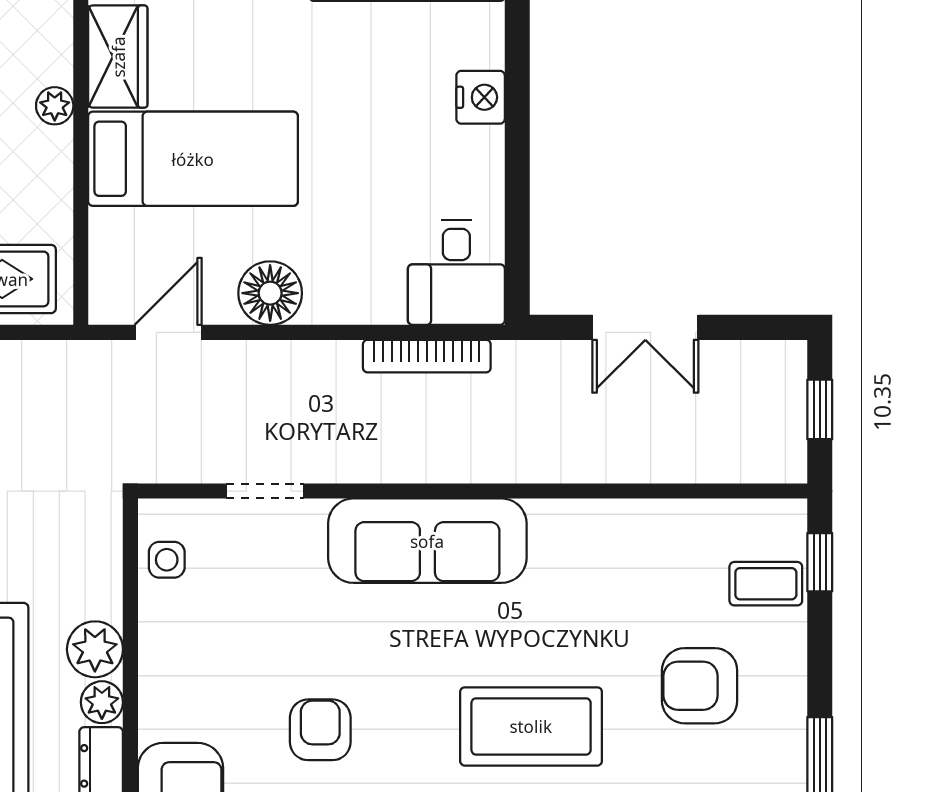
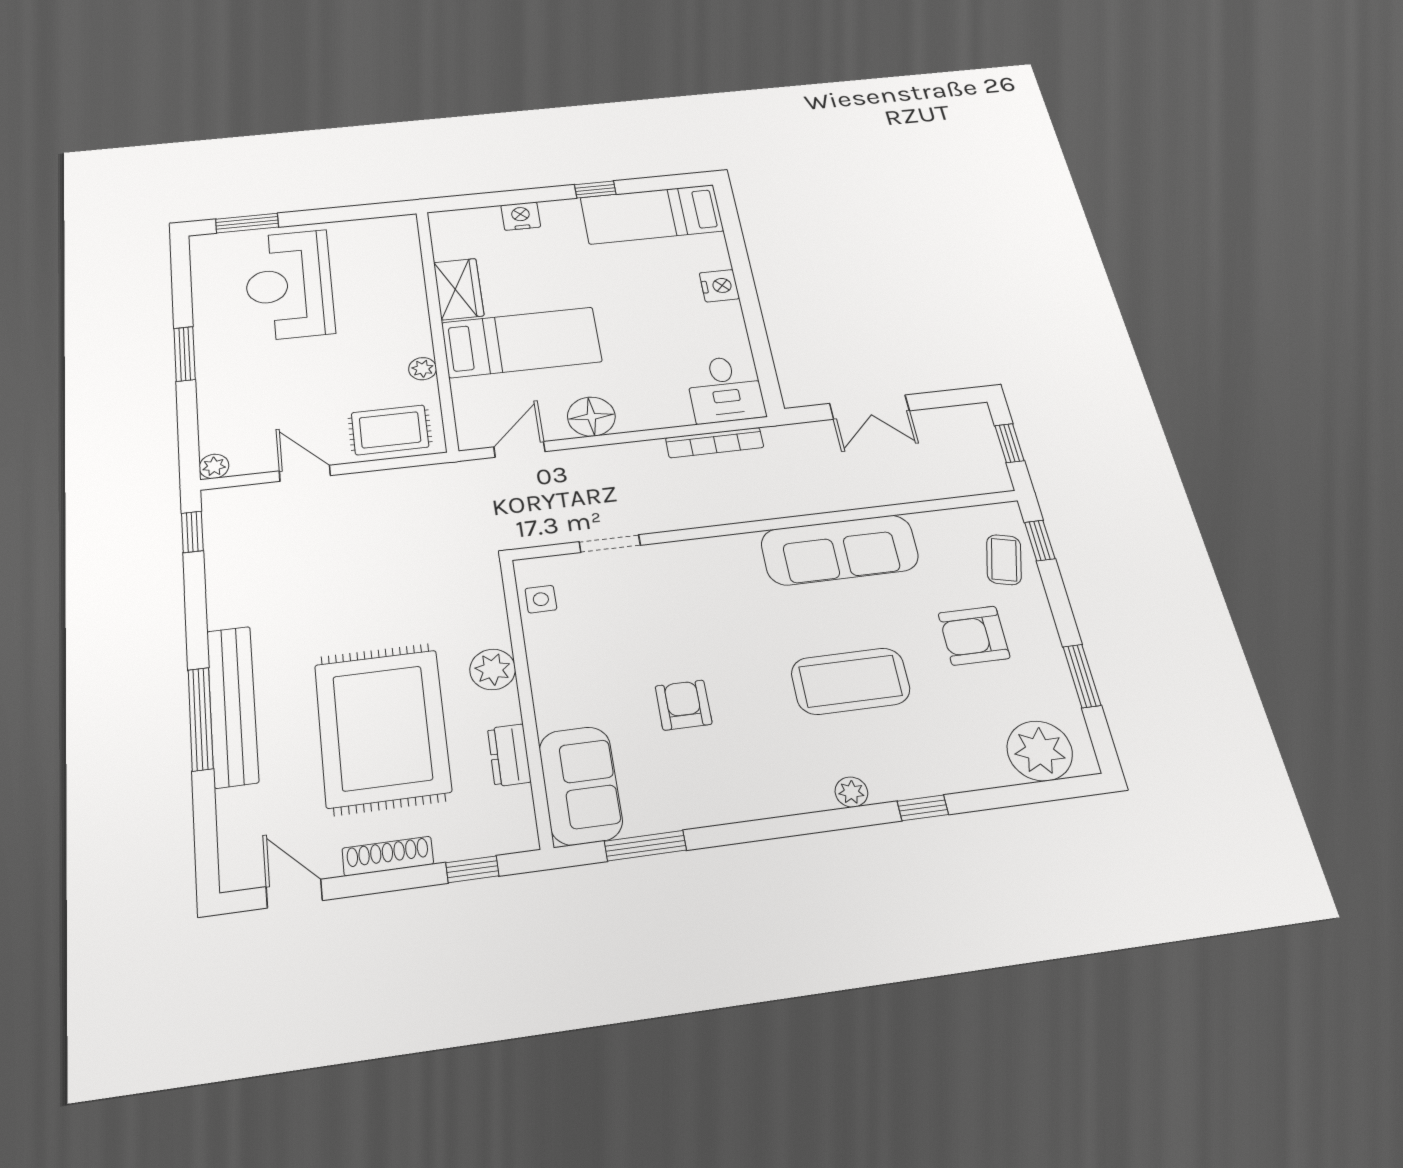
plant: (55, 106) -> (423, 369), moved
sofa: (427, 541) -> (840, 550), moved
coffee table: (766, 584) -> (1004, 560), turned -76
plant: (102, 702) -> (503, 707), removed

